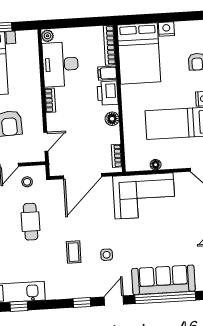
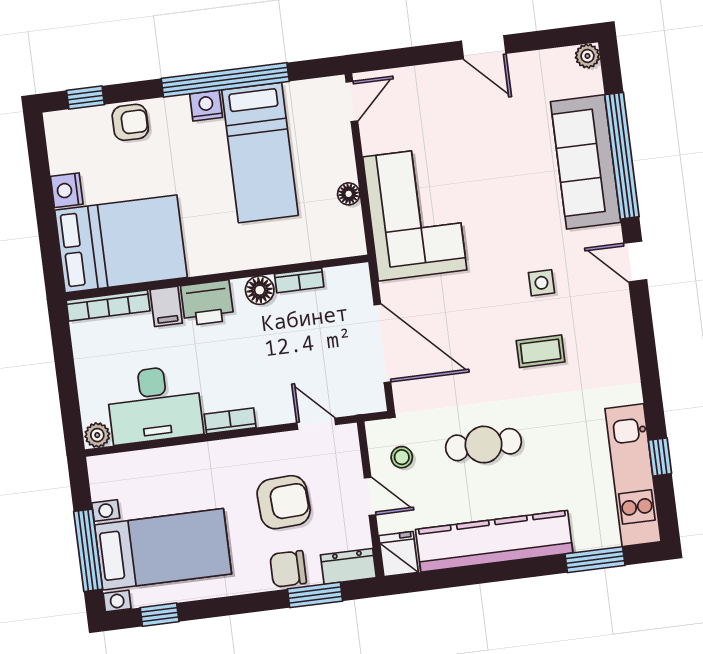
bookcase: (117, 156) -> (299, 280), moved
window: (82, 302) -> (644, 327), removed

